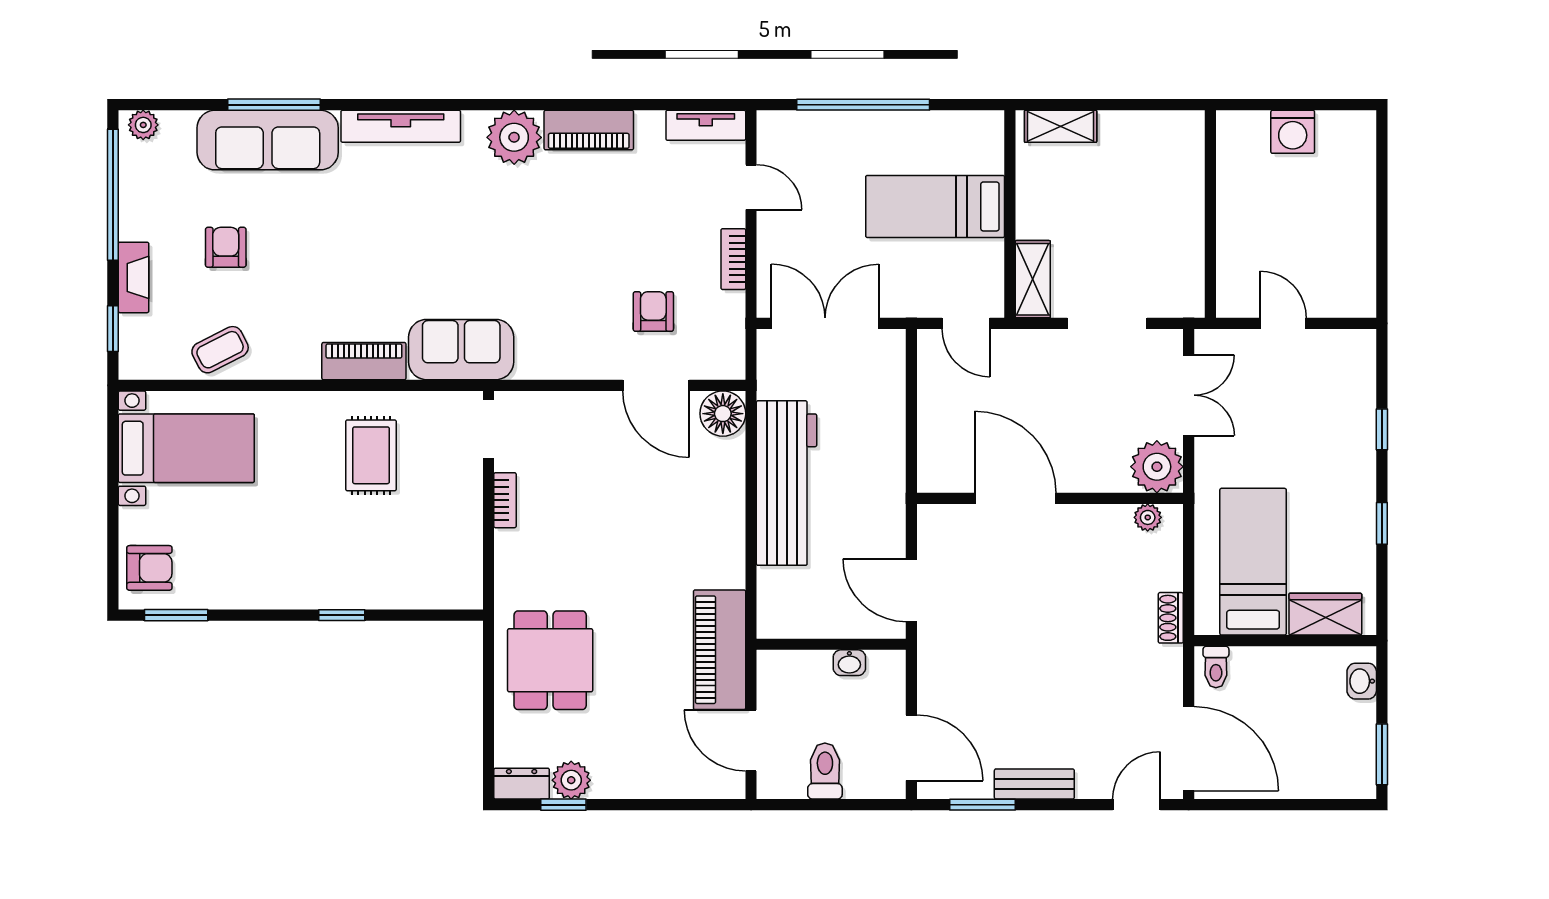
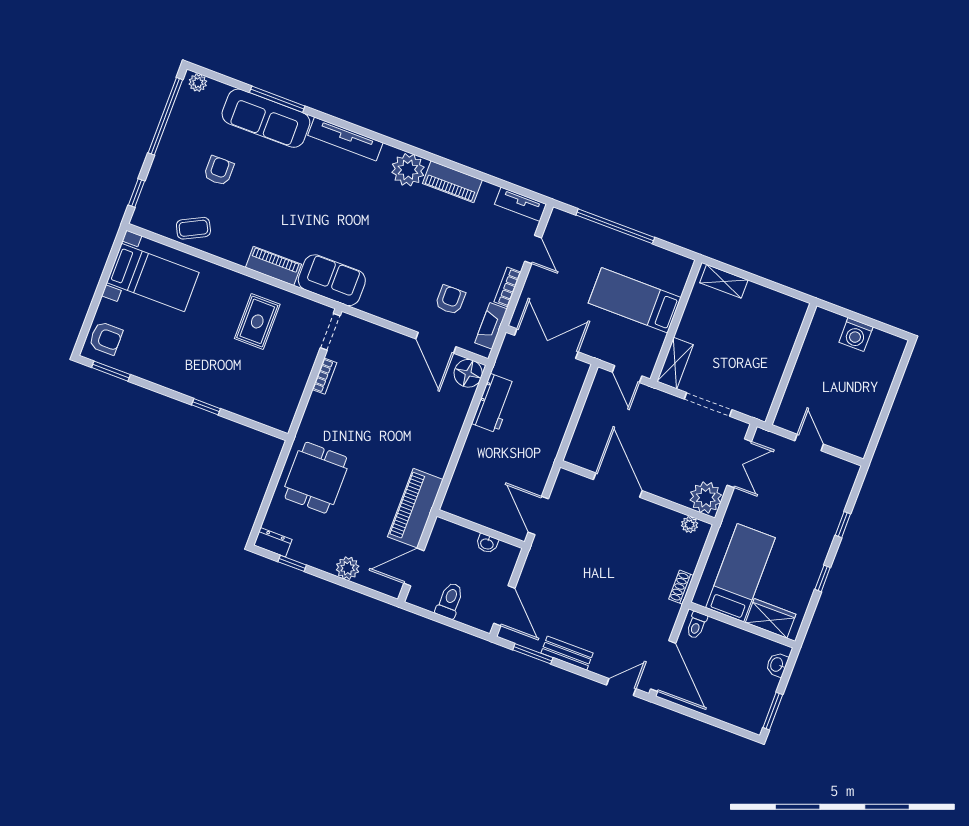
fireplace: (134, 277) -> (491, 326), moved, turned 180
workbench: (787, 483) -> (494, 403), width x0.53, depth x0.76
door: (751, 740) -> (414, 567), hinge flipped
plant: (571, 780) -> (348, 568), moved

